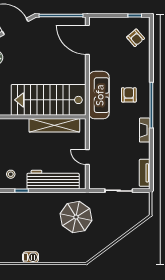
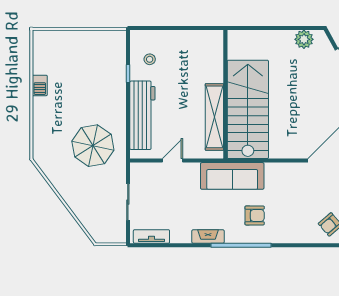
sofa: (99, 95) -> (232, 176), moved

